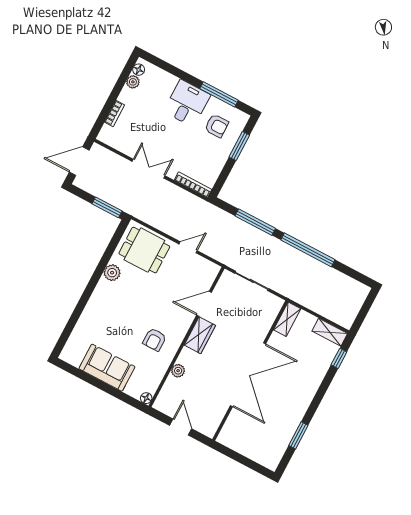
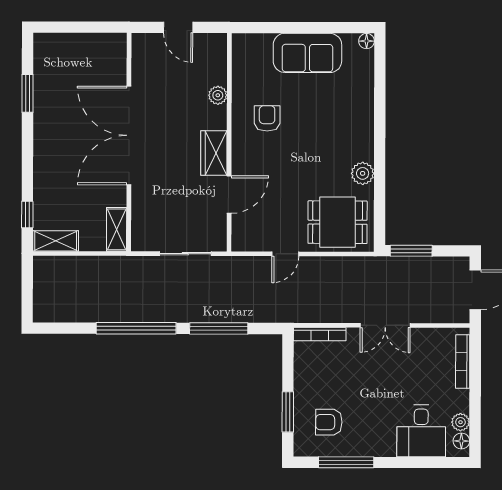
desk: (187, 103) -> (421, 431), moved
bookcase: (115, 114) -> (463, 362), width x1.56
floor lamp: (146, 398) -> (367, 41), moved

